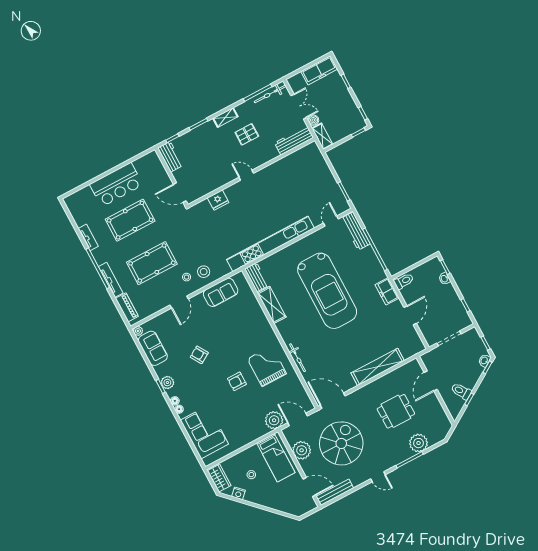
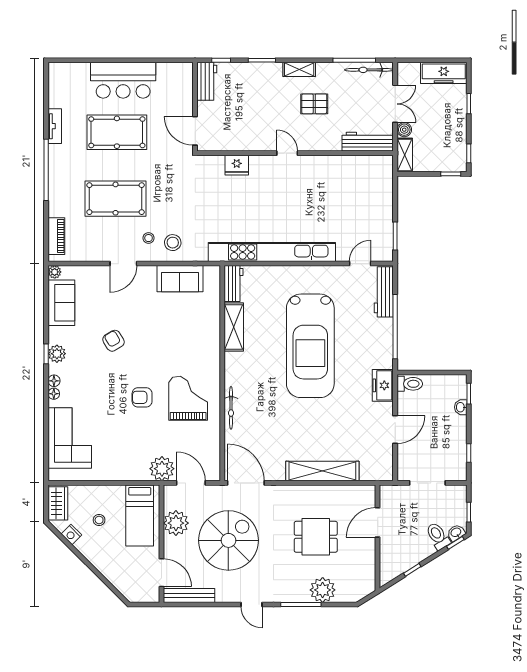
tv unit: (111, 280) -> (55, 192), removed
toilet: (461, 391) -> (438, 536), moved

